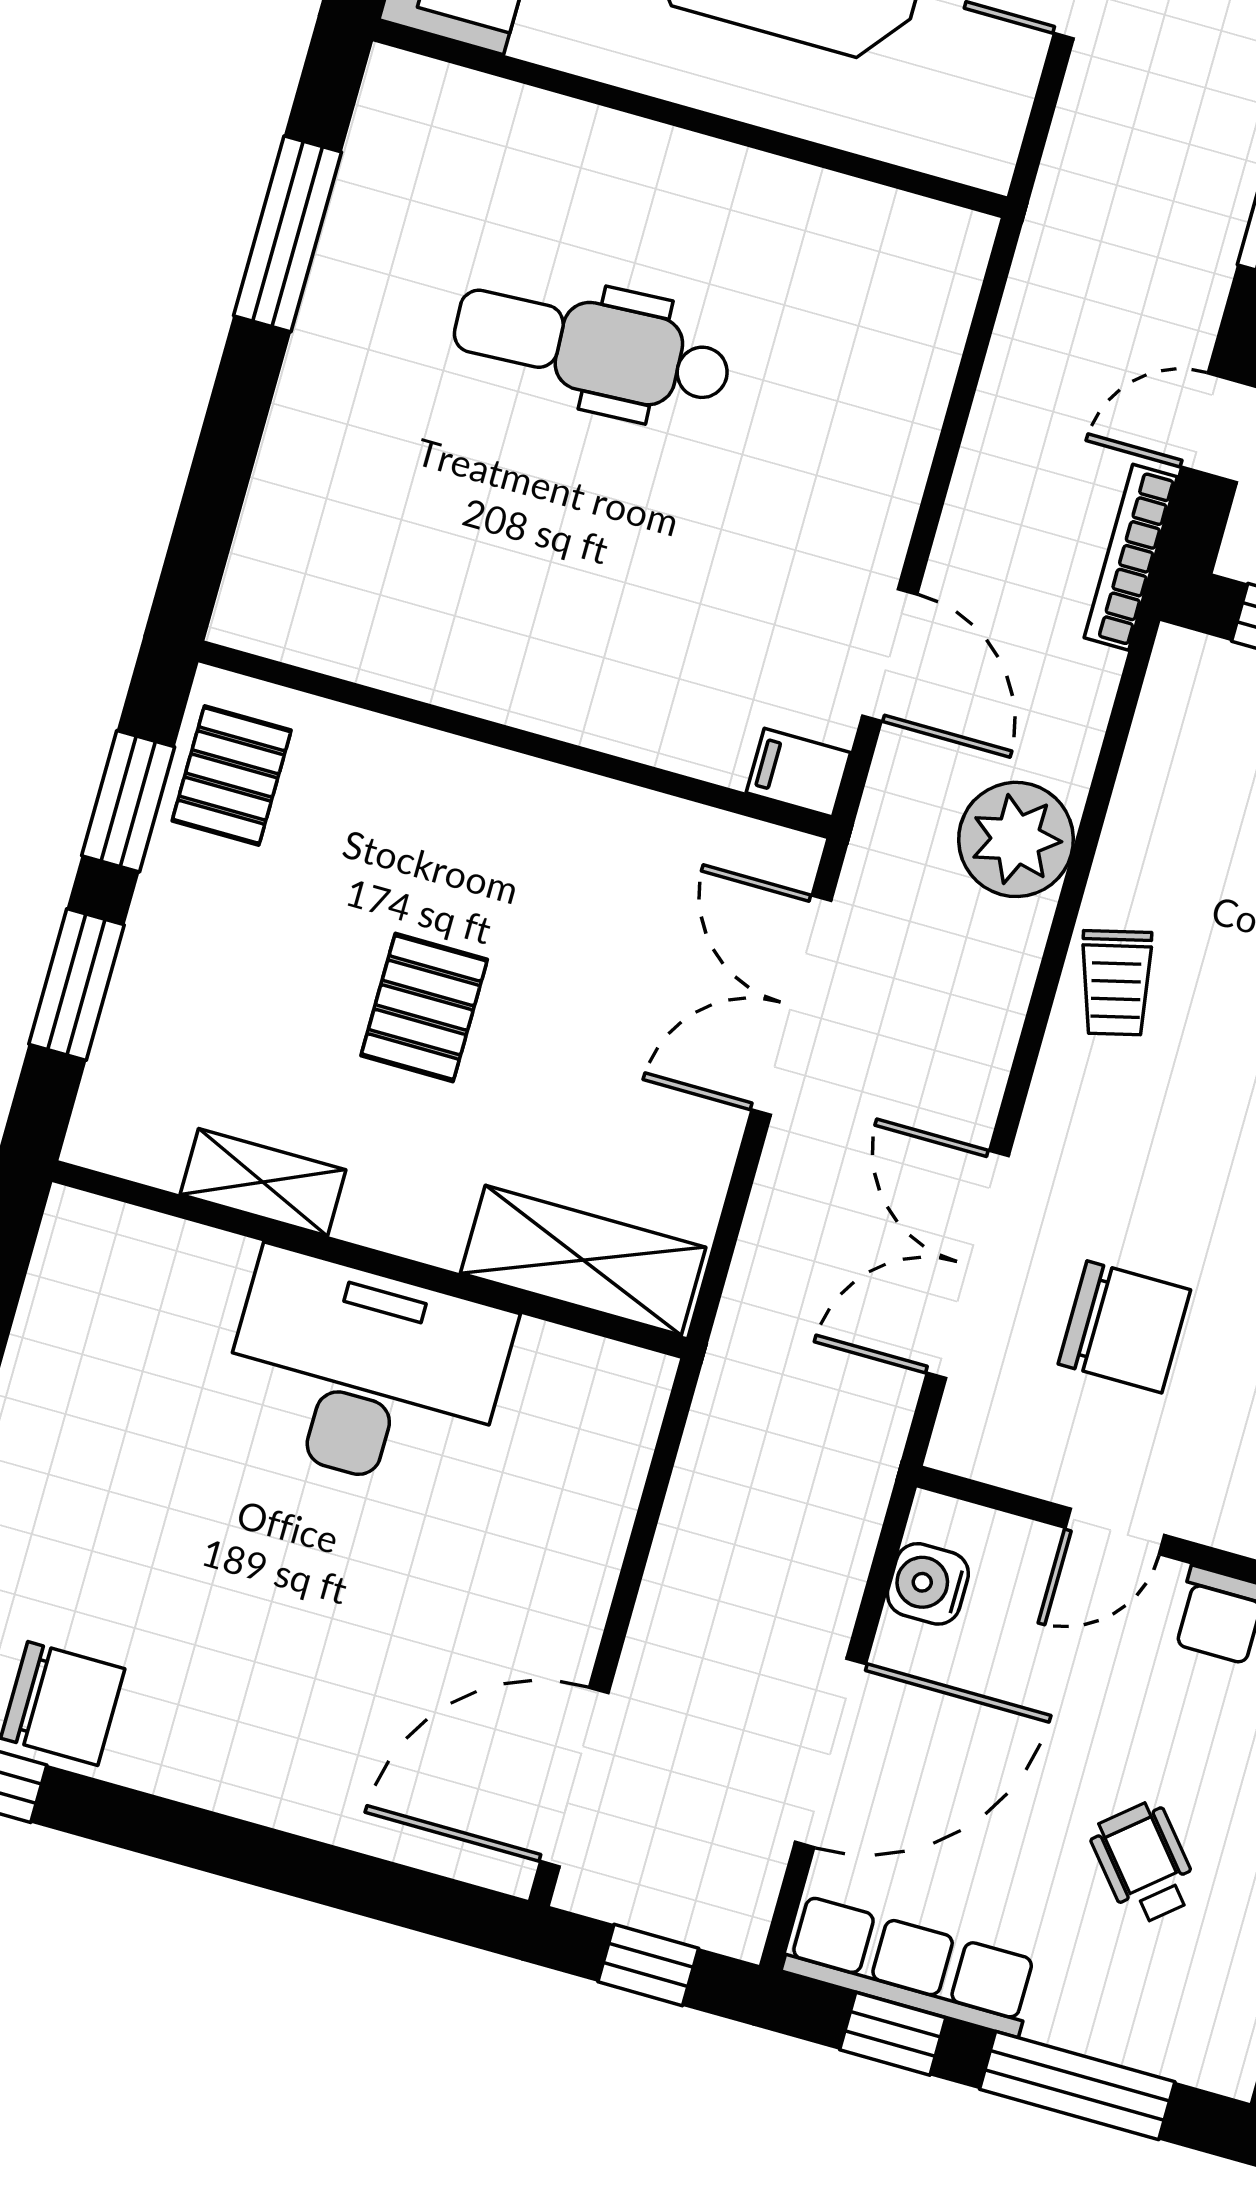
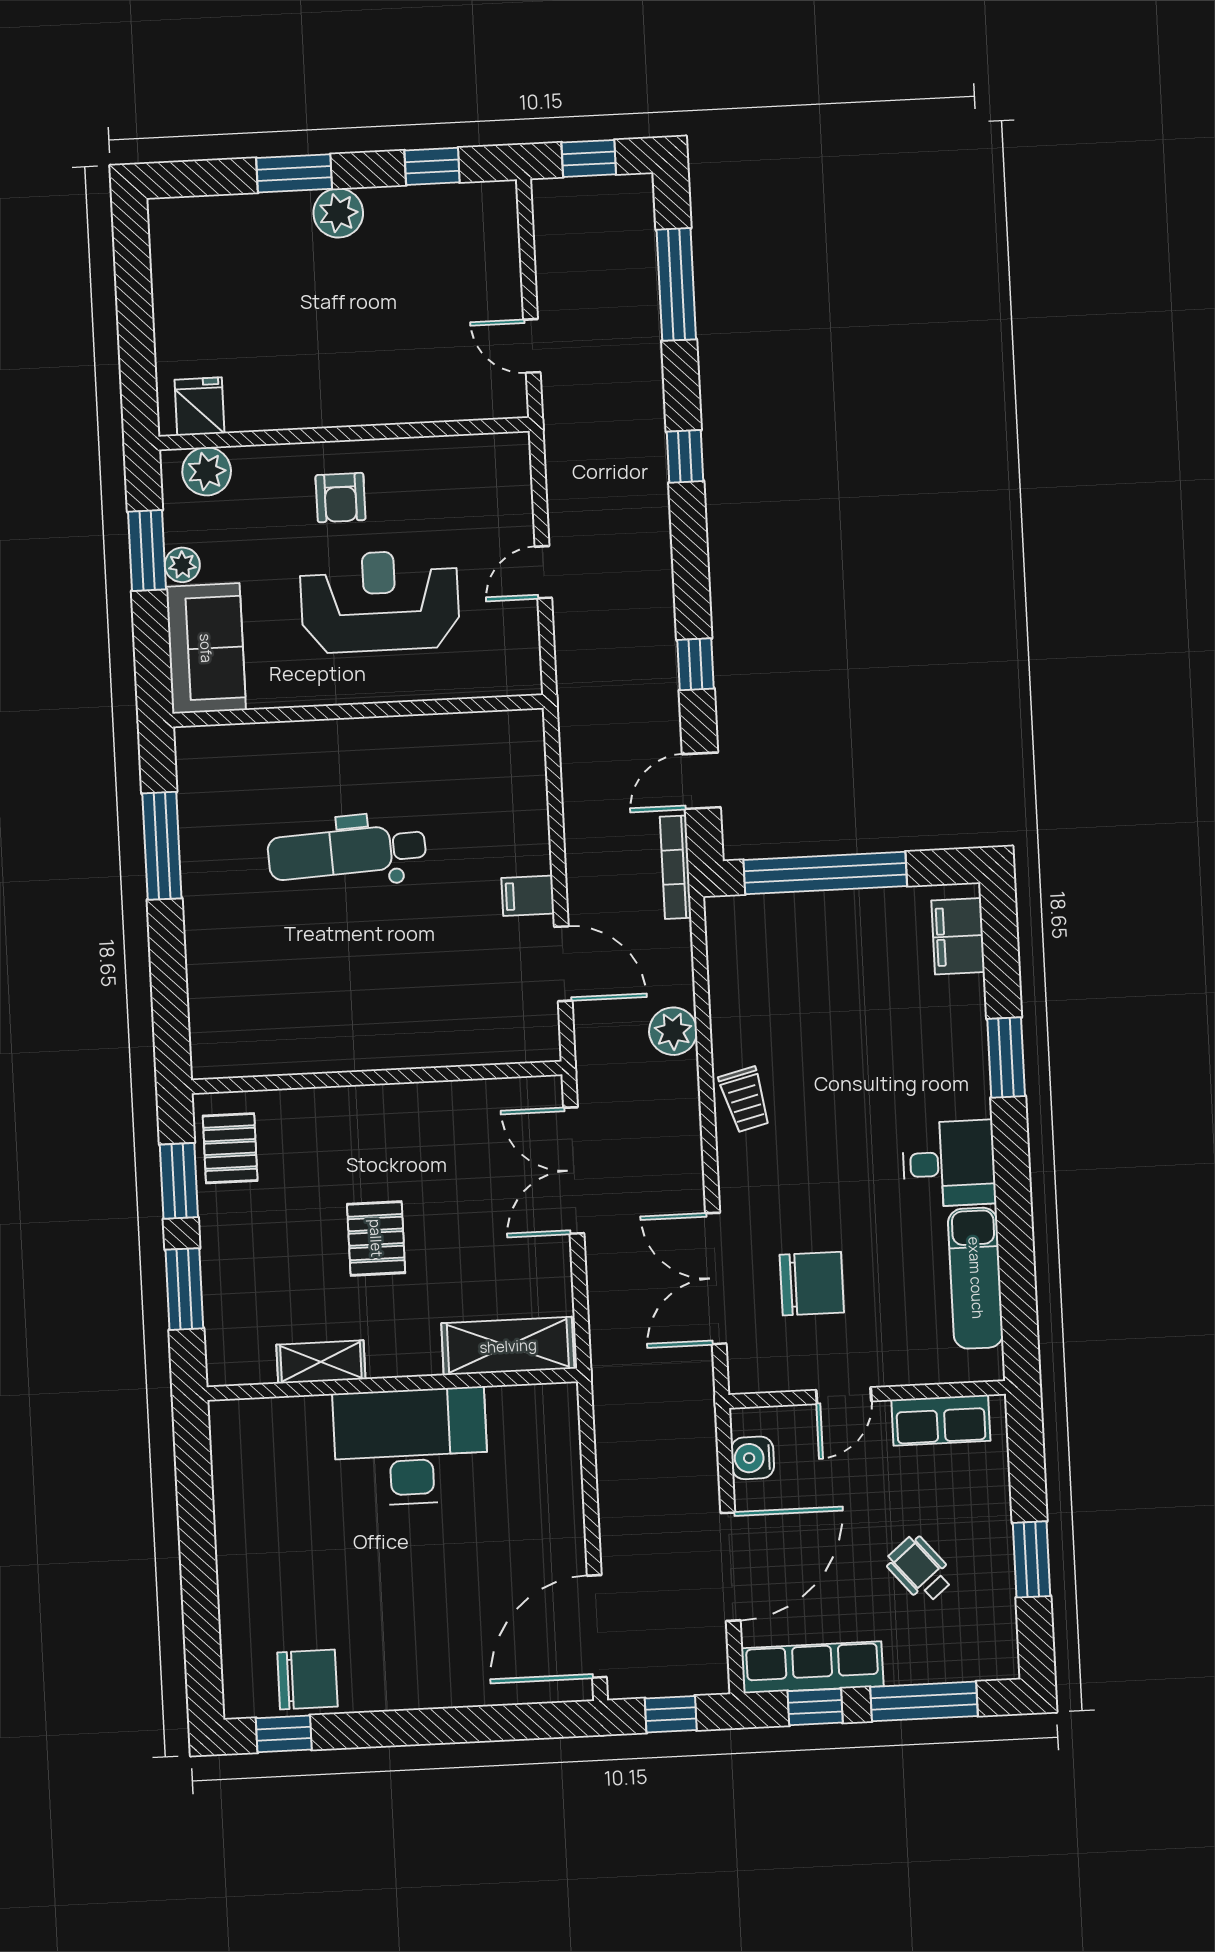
filing cabinet: (798, 773) -> (528, 896), moved
plant: (1016, 839) -> (673, 1031), width x0.73, depth x0.73

